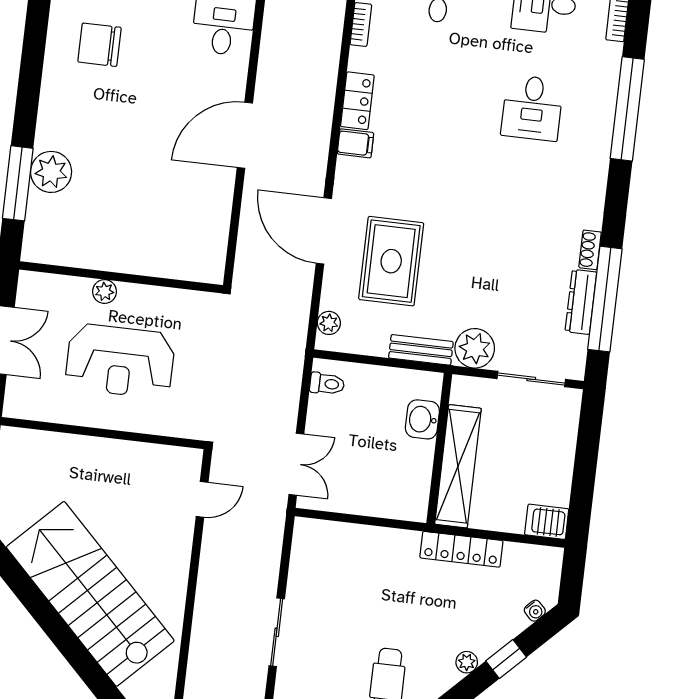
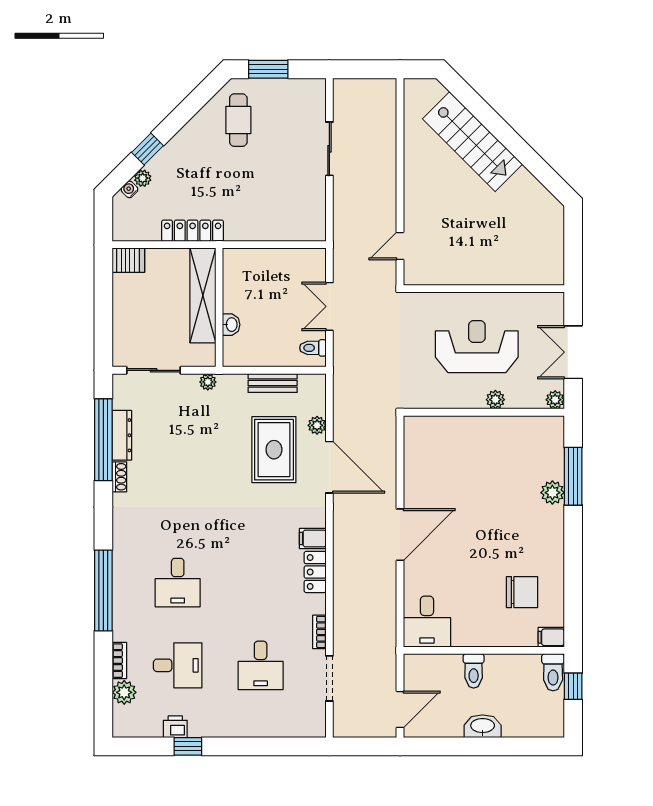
desk: (532, 108) -> (178, 583), turned 180
plant: (51, 172) -> (552, 493), width x0.73, depth x0.73
plant: (29, 282) -> (555, 400), added
plant: (329, 323) -> (317, 425), moved
plant: (475, 348) -> (208, 382), width x0.53, depth x0.53
bench: (421, 350) -> (273, 383), moved
washbasin: (422, 419) -> (231, 325), width x0.72, depth x0.69
double door: (296, 464) -> (329, 306), moved
stairs: (90, 594) -> (472, 142), width x0.73, depth x0.66
plant: (467, 662) -> (143, 178), moved

